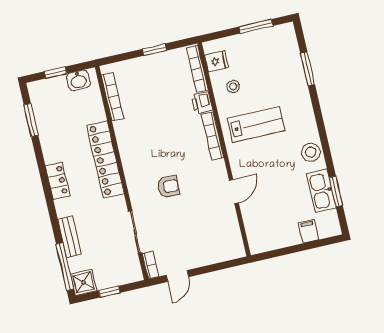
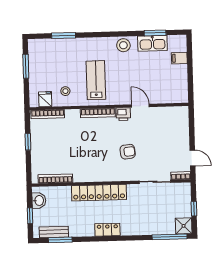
printer: (202, 103) -> (123, 114), moved
armchair: (168, 187) -> (128, 152), turned 84
bench: (69, 237) -> (54, 232), moved

